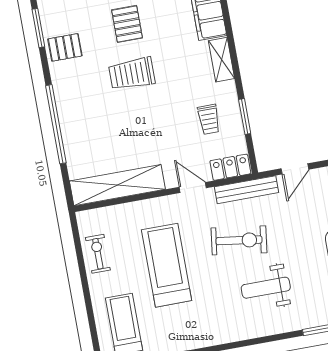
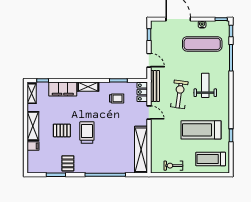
trolley: (132, 74) -> (87, 133), turned 180
door: (193, 187) -> (149, 113), swing flipped
treadmill: (167, 265) -> (201, 130), moved
weight bench: (266, 288) -> (205, 85), turned 180

